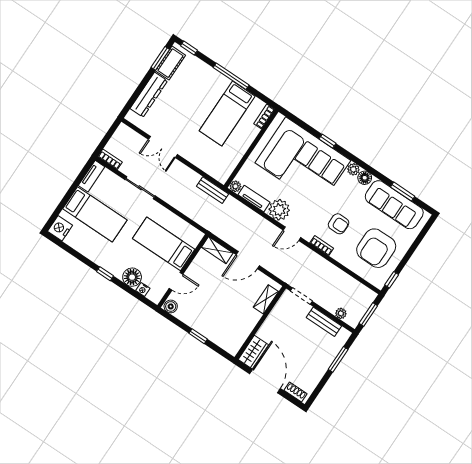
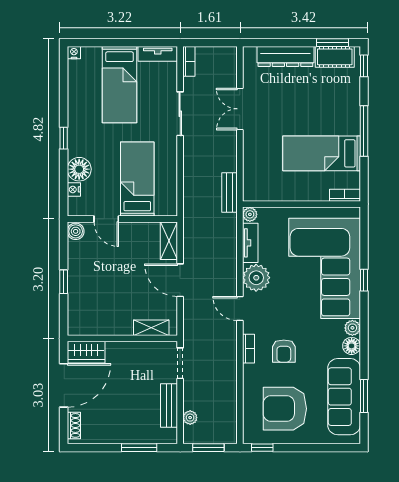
nightstand: (60, 228) -> (74, 53), width x0.53, depth x0.56

